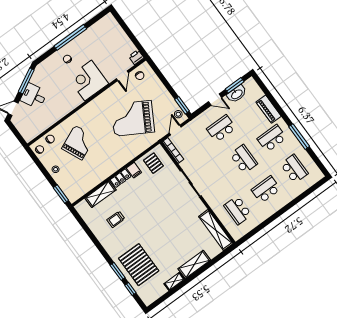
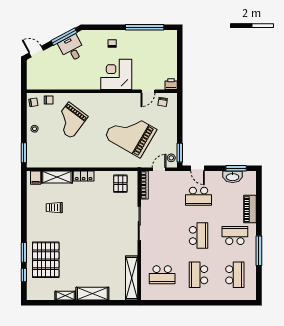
window: (70, 37) -> (145, 27), moved
desk: (34, 96) -> (72, 48), moved
door: (215, 100) -> (198, 168), moved
school desk: (221, 128) -> (199, 196), turned 180
grand piano: (78, 143) -> (70, 120), turned 151
filing cabinet: (134, 170) -> (36, 178), moved
school desk: (266, 189) -> (199, 275), turned -90
school desk: (238, 210) -> (162, 275), turned -90

